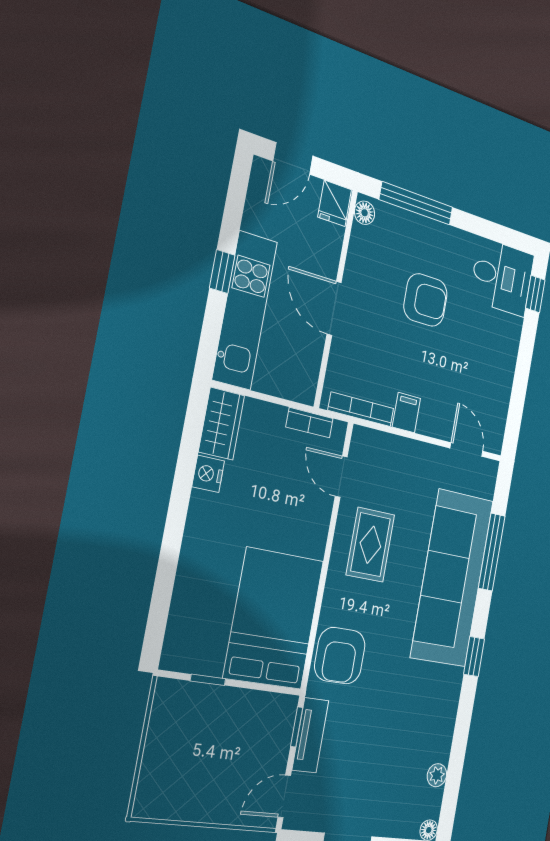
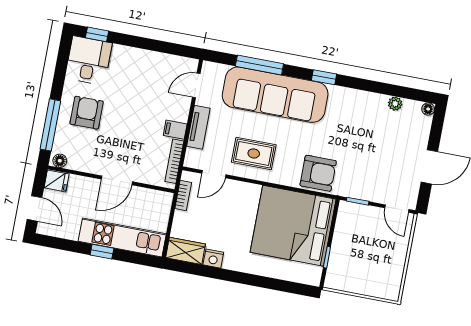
armchair: (425, 300) -> (87, 113), moved
bed: (274, 619) -> (293, 226), width x1.36
tv unit: (310, 735) -> (198, 127), moved, turned 90

